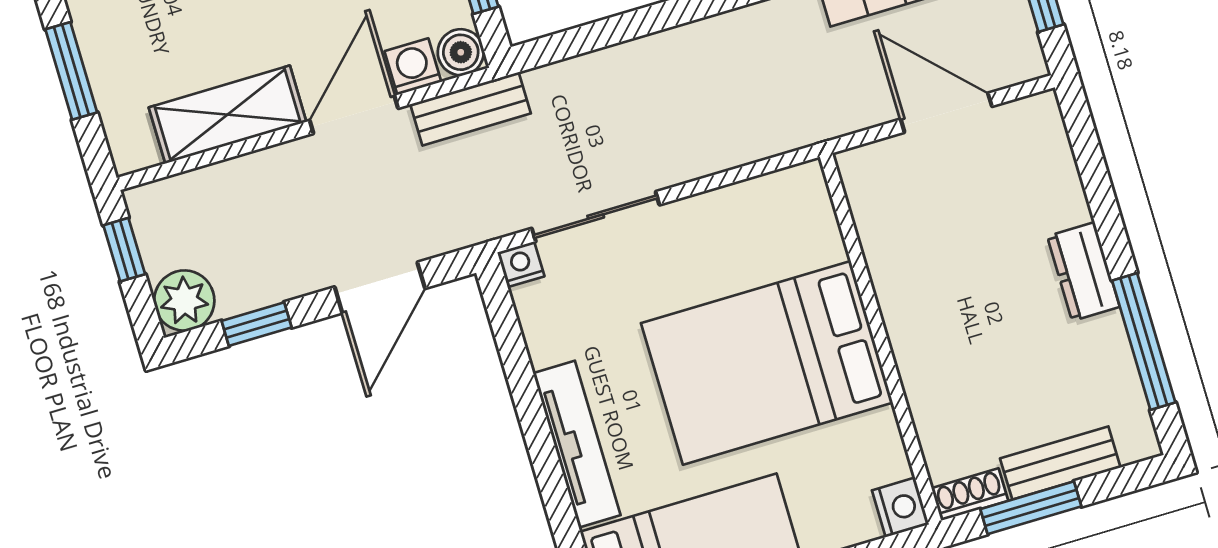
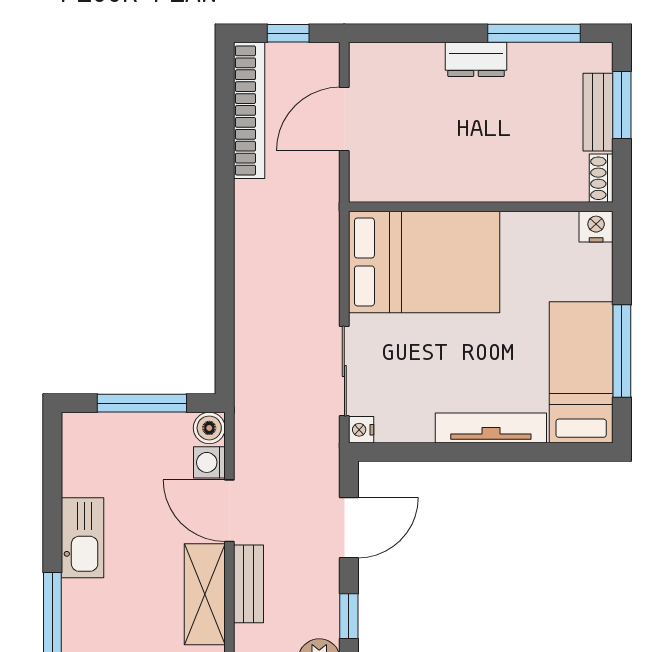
bench: (471, 109) -> (249, 584), moved
door: (380, 288) -> (349, 528), hinge flipped
bed: (767, 363) -> (424, 262), moved, turned -90
window: (1031, 508) -> (622, 105), moved

